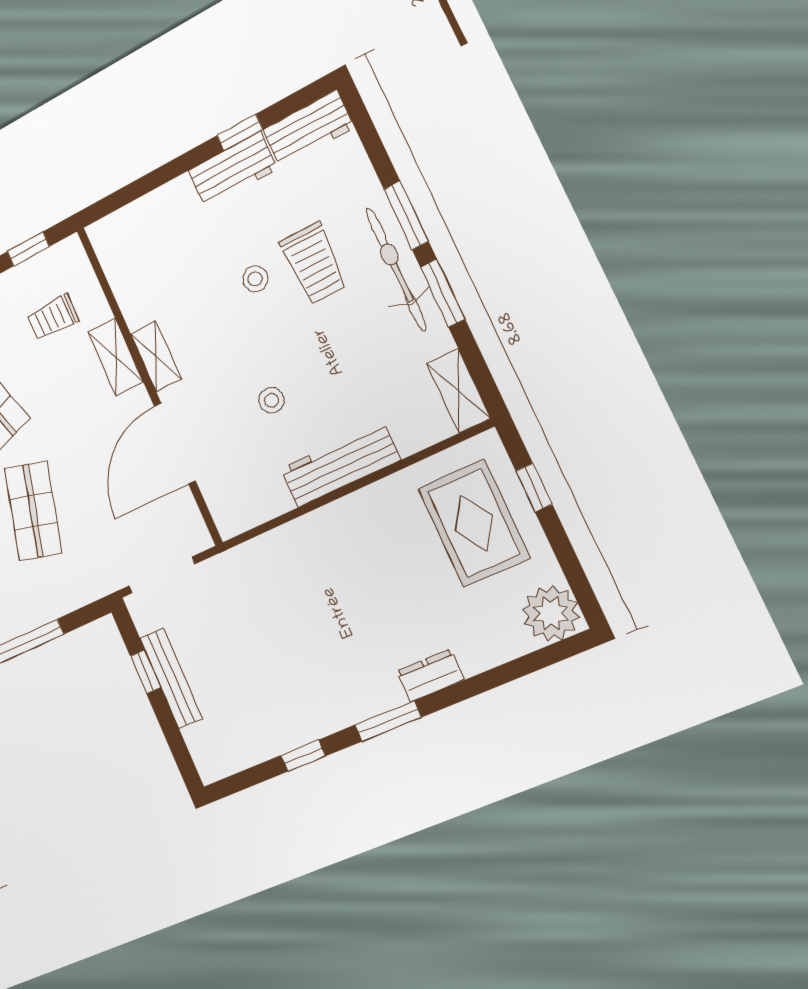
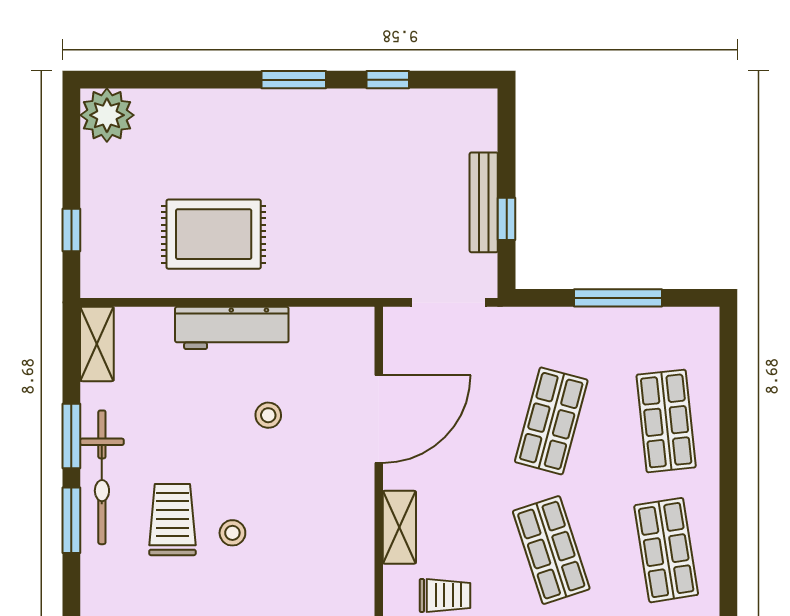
shelving: (156, 356) -> (360, 509), removed
rug: (474, 523) -> (214, 234), moved, turned 90
dresser: (430, 675) -> (237, 105), removed

